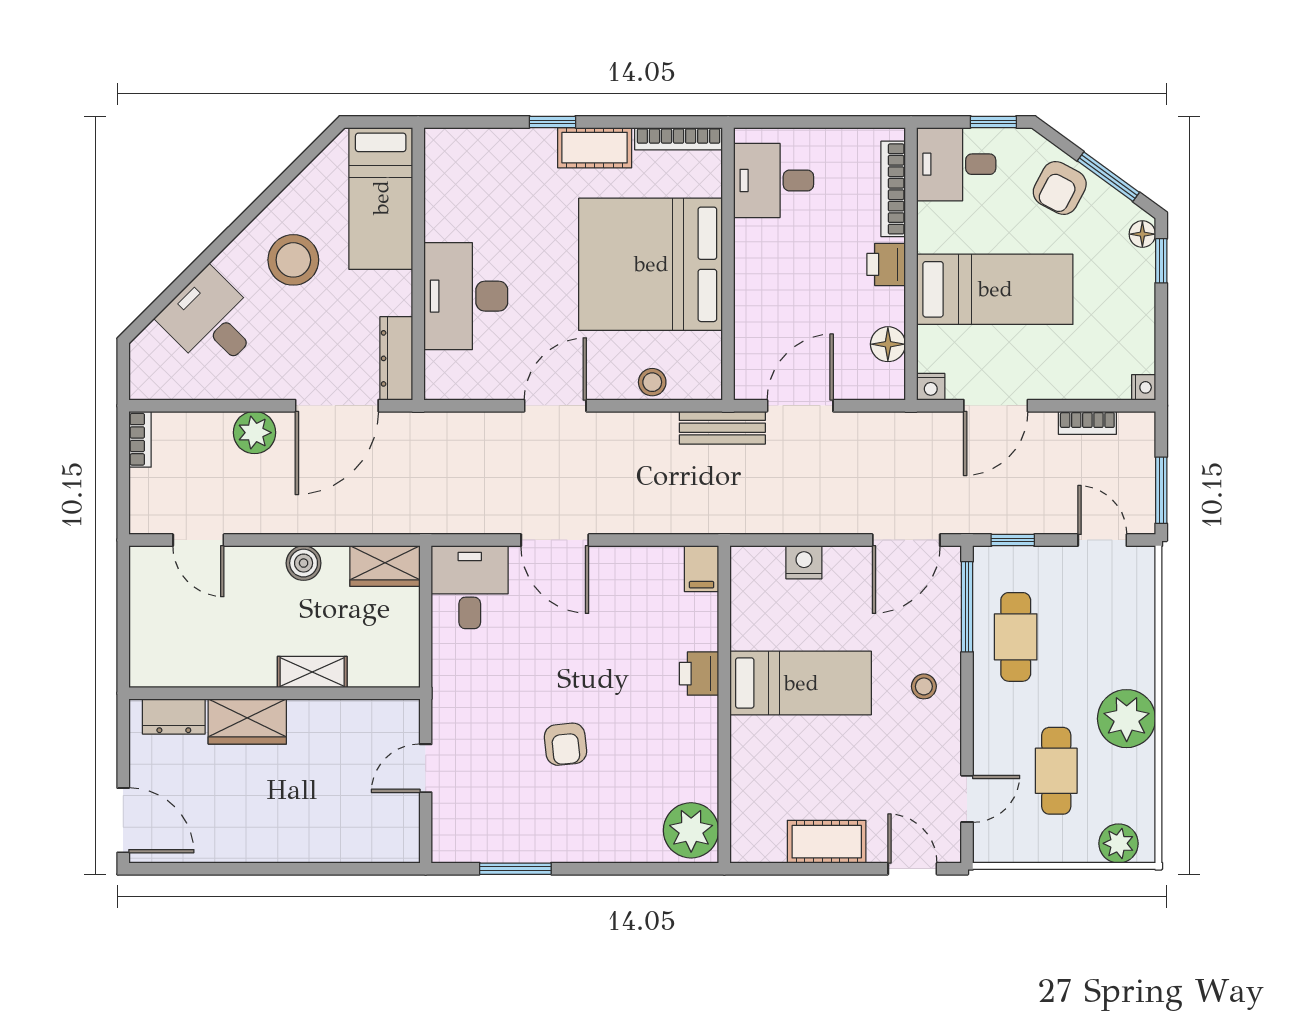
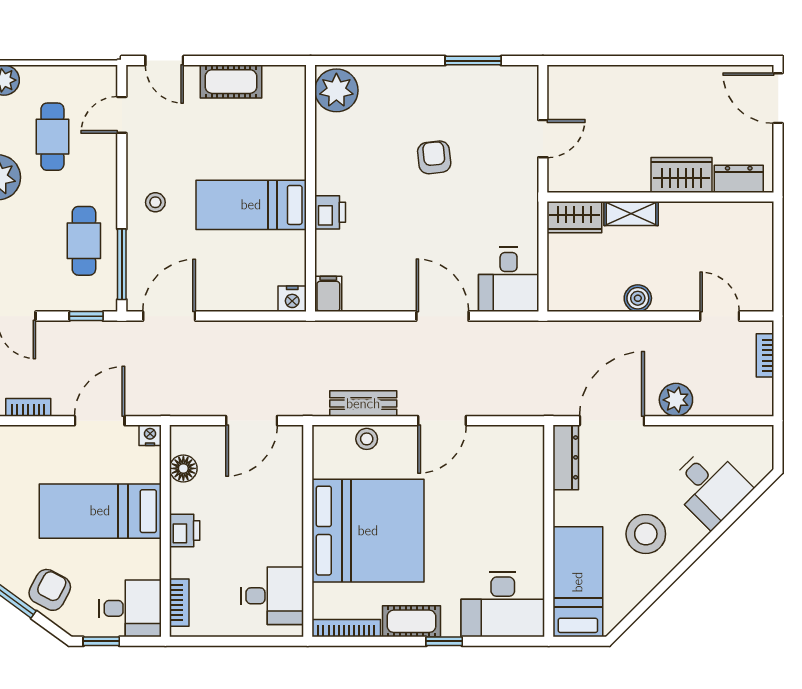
bookcase: (893, 189) -> (179, 603), width x0.64
desk: (466, 296) -> (503, 604), moved, turned 90
bench: (722, 428) -> (363, 404), moved
bookcase: (140, 439) -> (765, 355), moved
nightstand: (804, 562) -> (292, 299), moved
wardrobe: (385, 566) -> (574, 217), moved, turned 180

